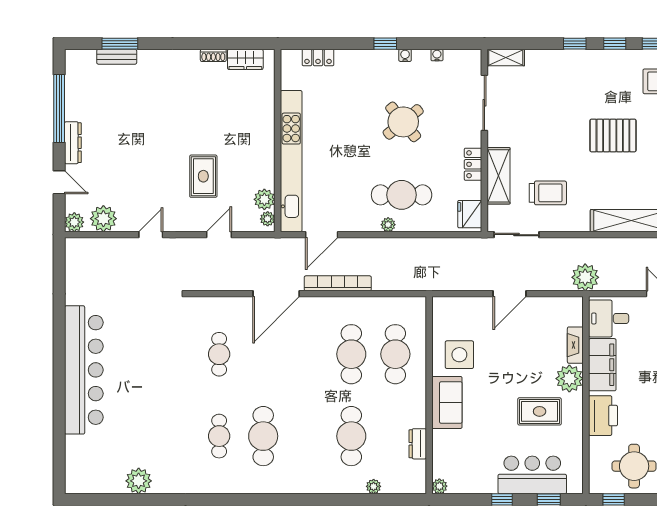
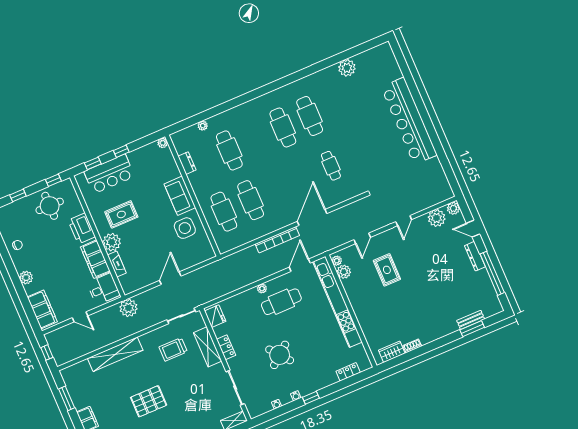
cafe table: (402, 195) -> (281, 302), moved
cafe table: (219, 436) -> (310, 116), width x1.37, depth x1.35

